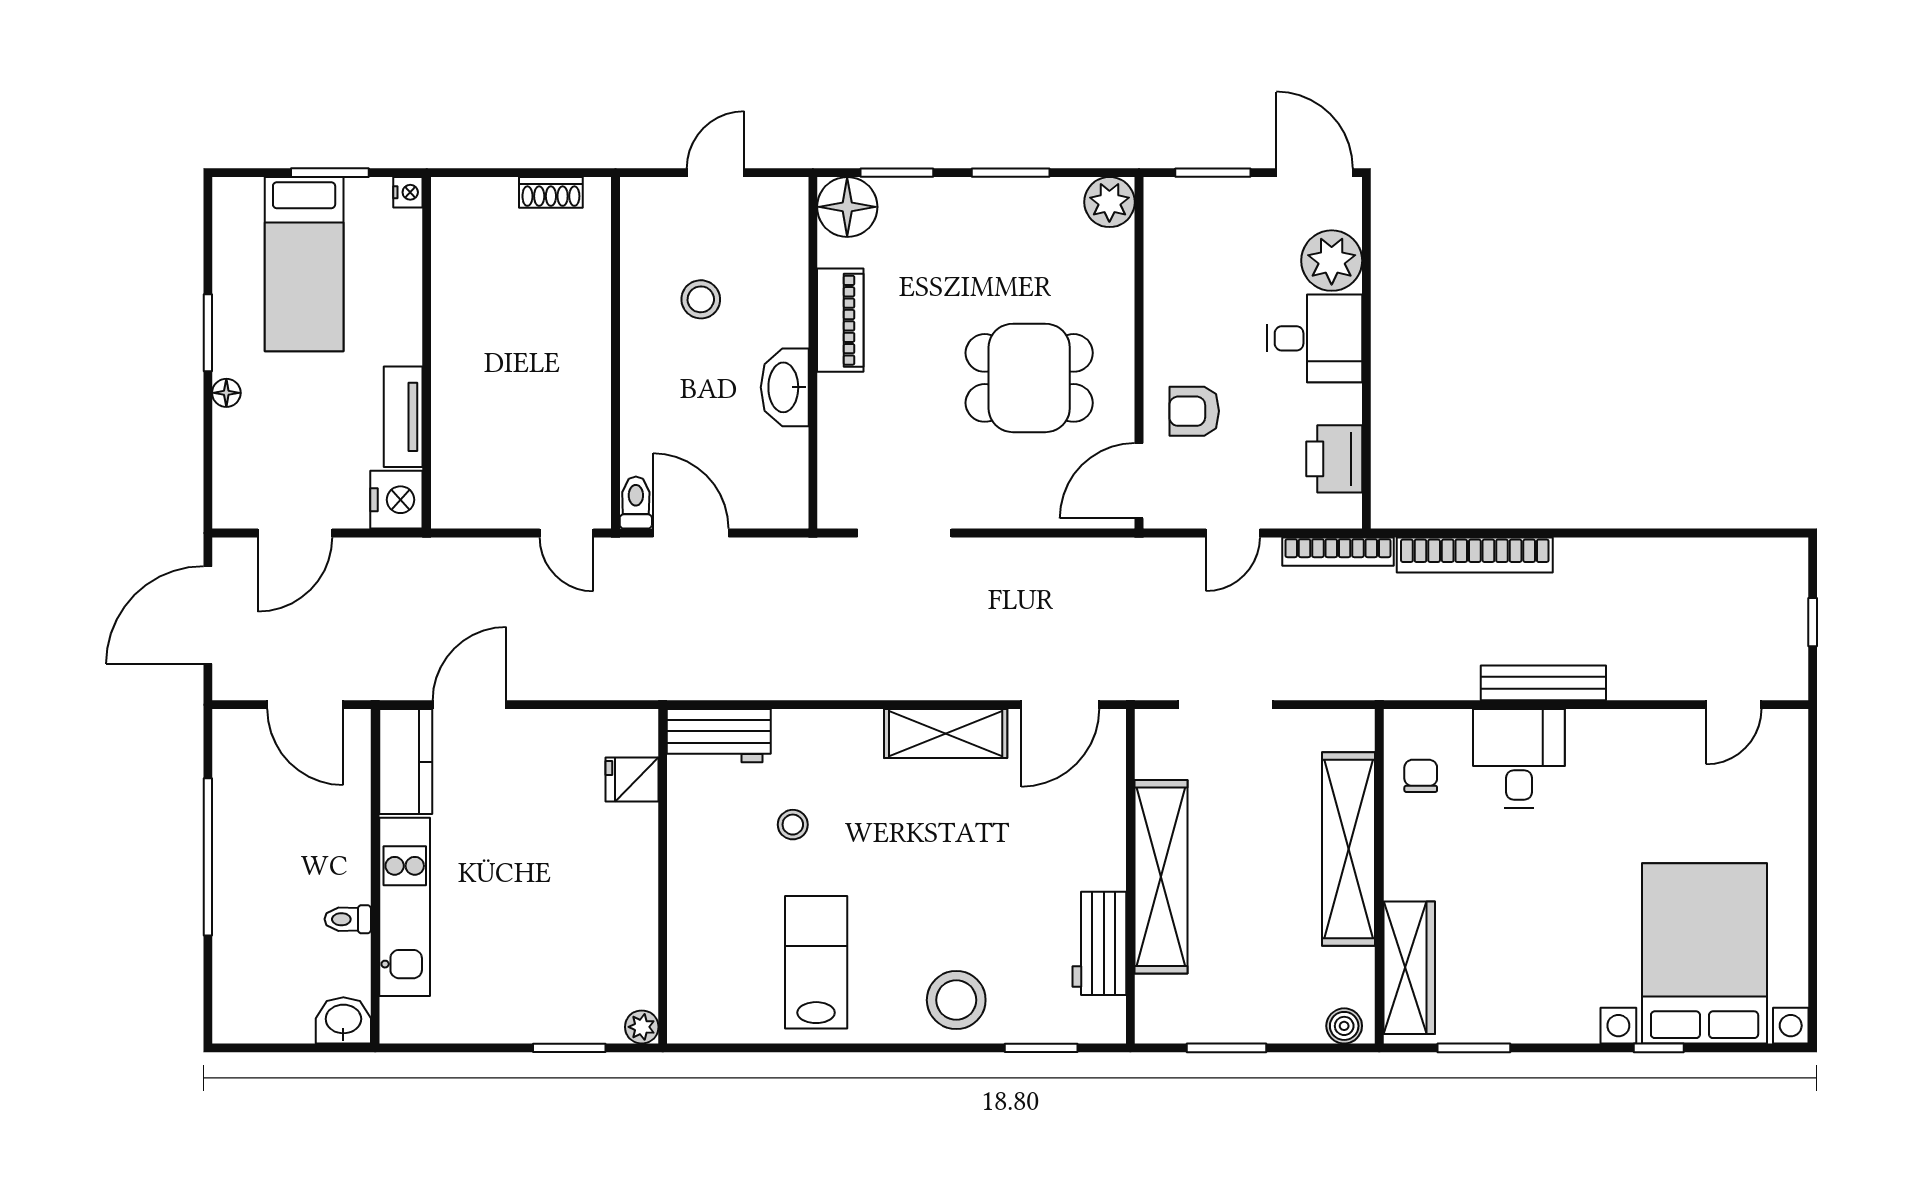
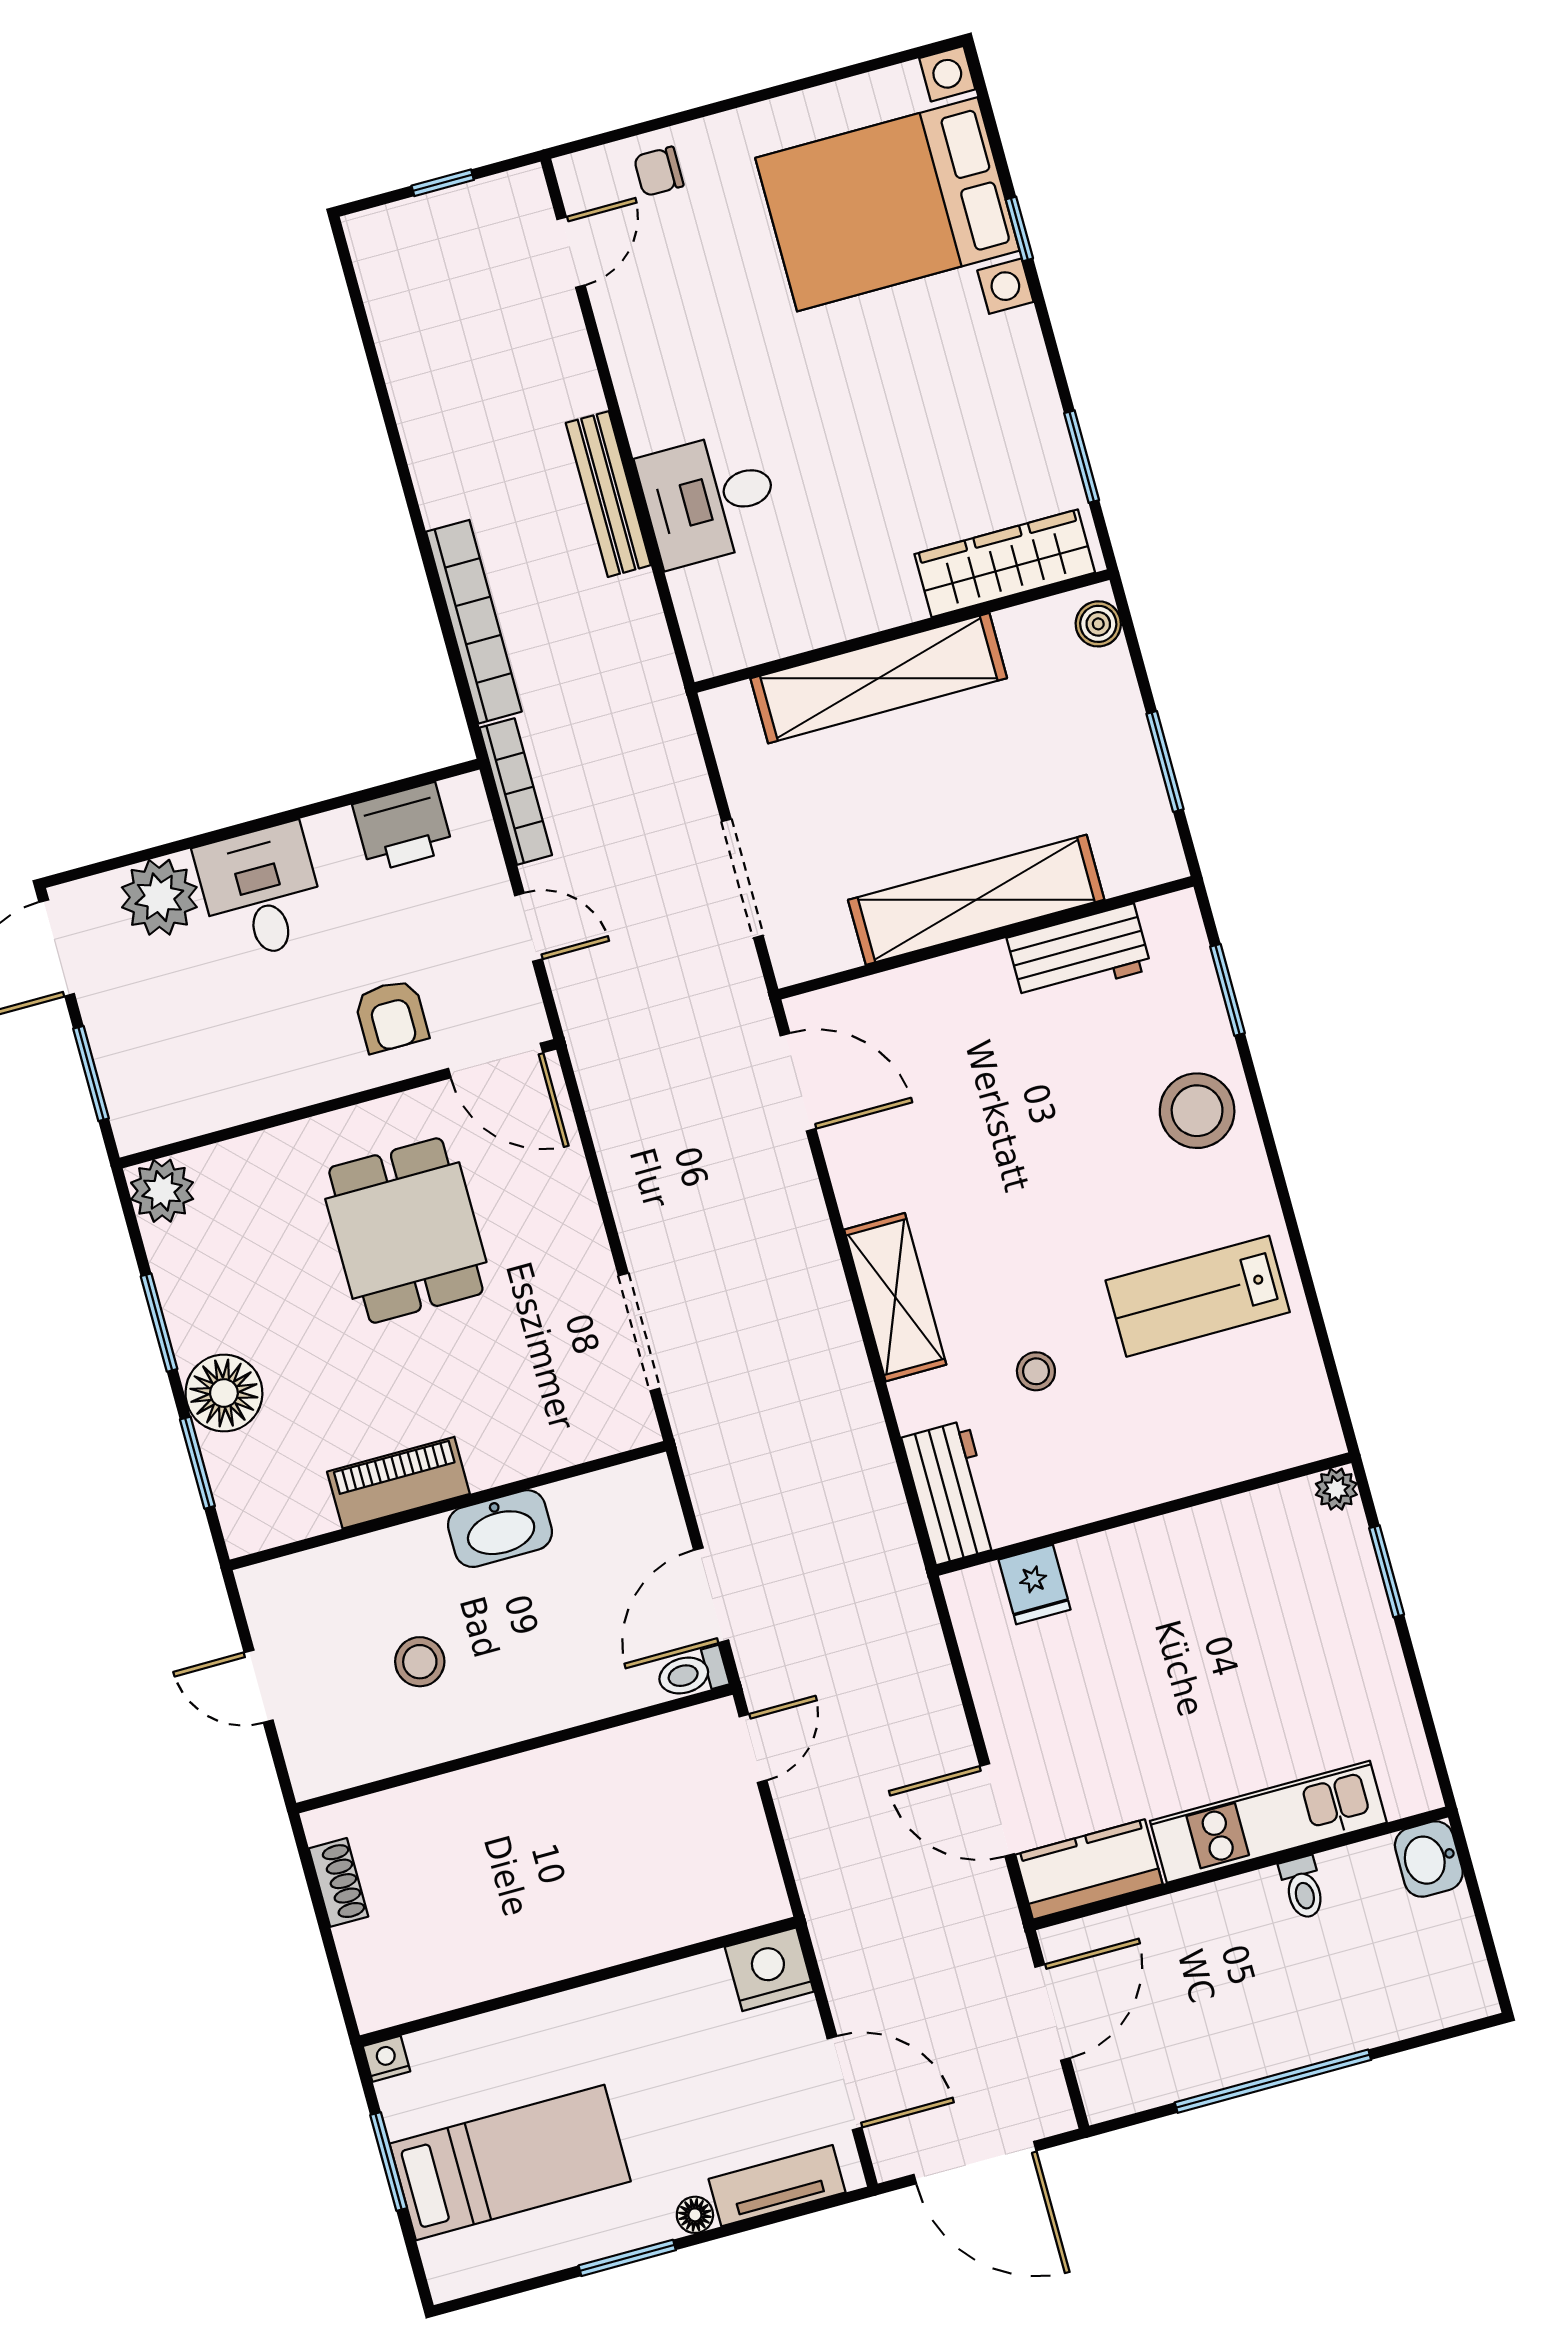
floor lamp: (847, 207) -> (224, 1393), moved
tv unit: (403, 417) -> (777, 2186), moved, turned 180
door: (1734, 705) -> (571, 252), hinge flipped
shelving: (946, 734) -> (895, 1297), moved
chair: (1421, 776) -> (659, 171), moved

